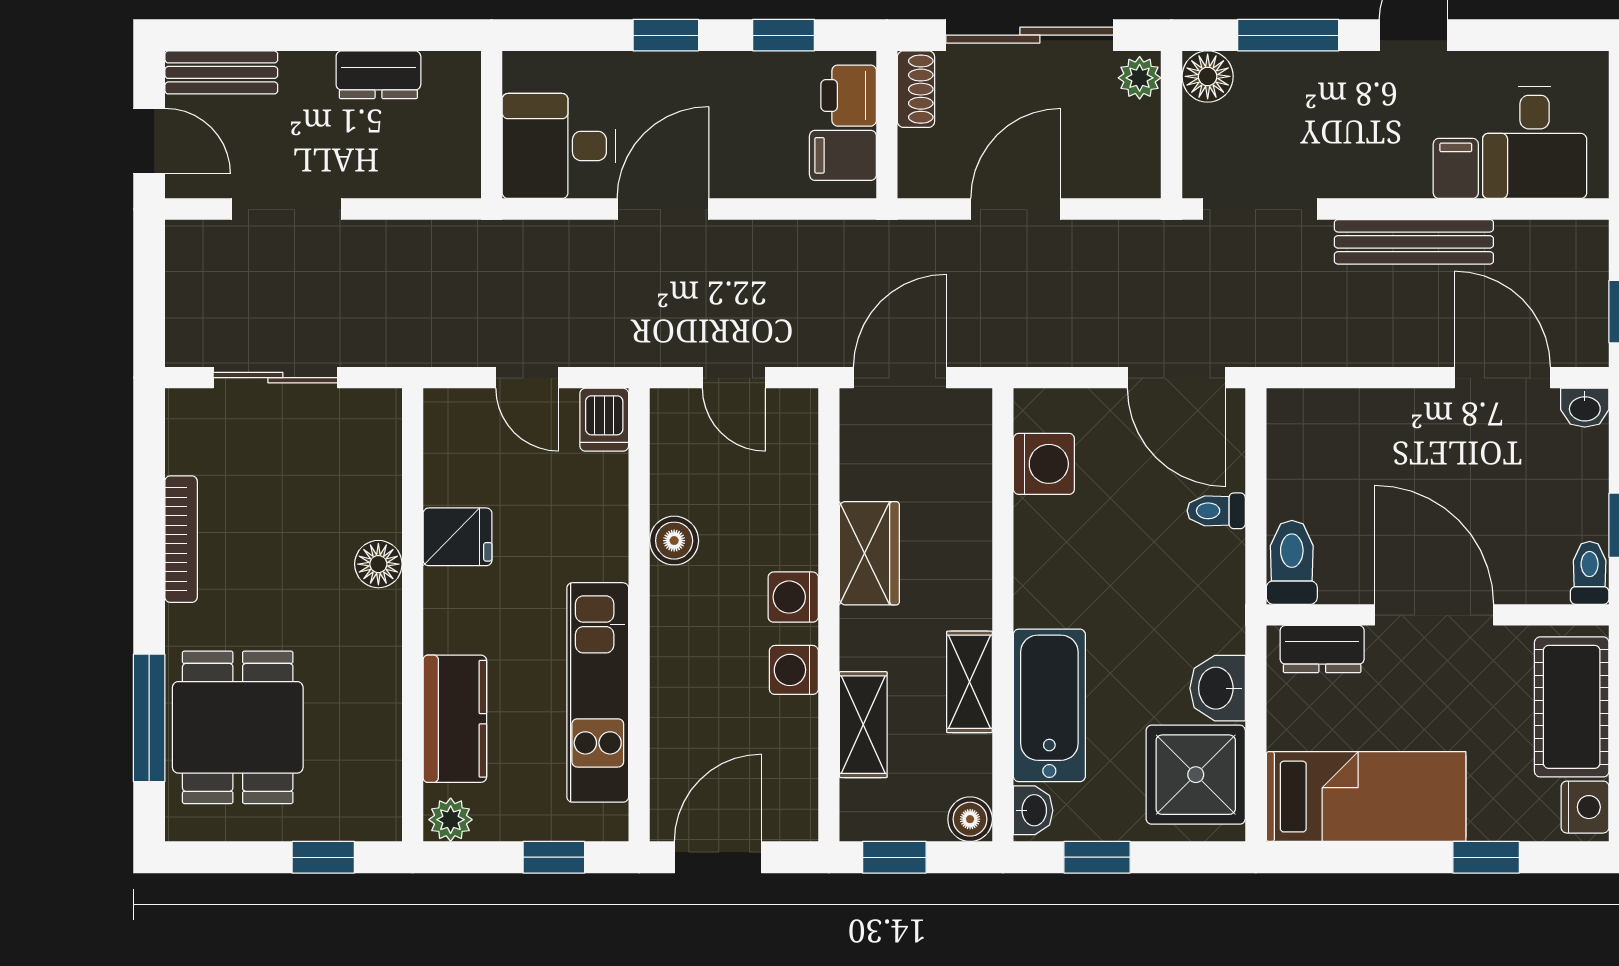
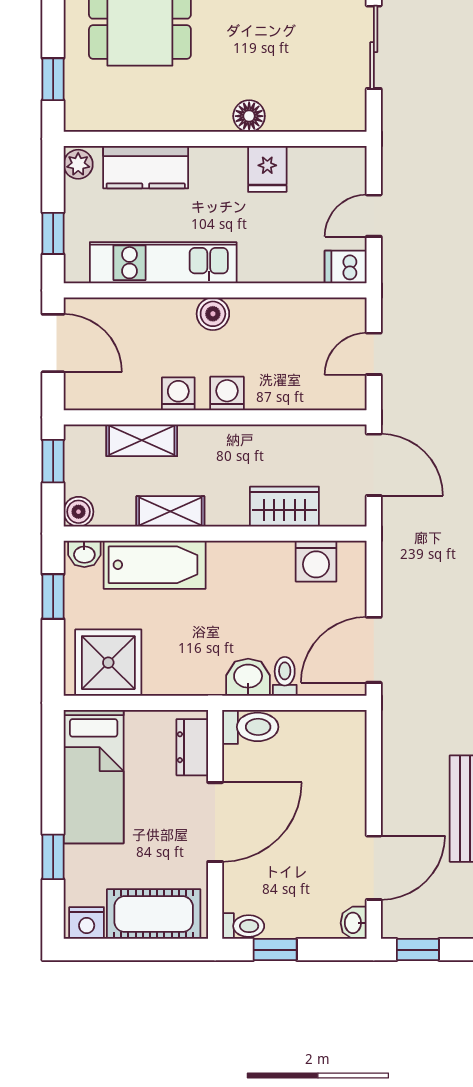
boiler: (674, 541) -> (213, 314), moved
wardrobe: (869, 553) -> (284, 507), moved, turned 180
washbasin: (1218, 688) -> (248, 677), moved

